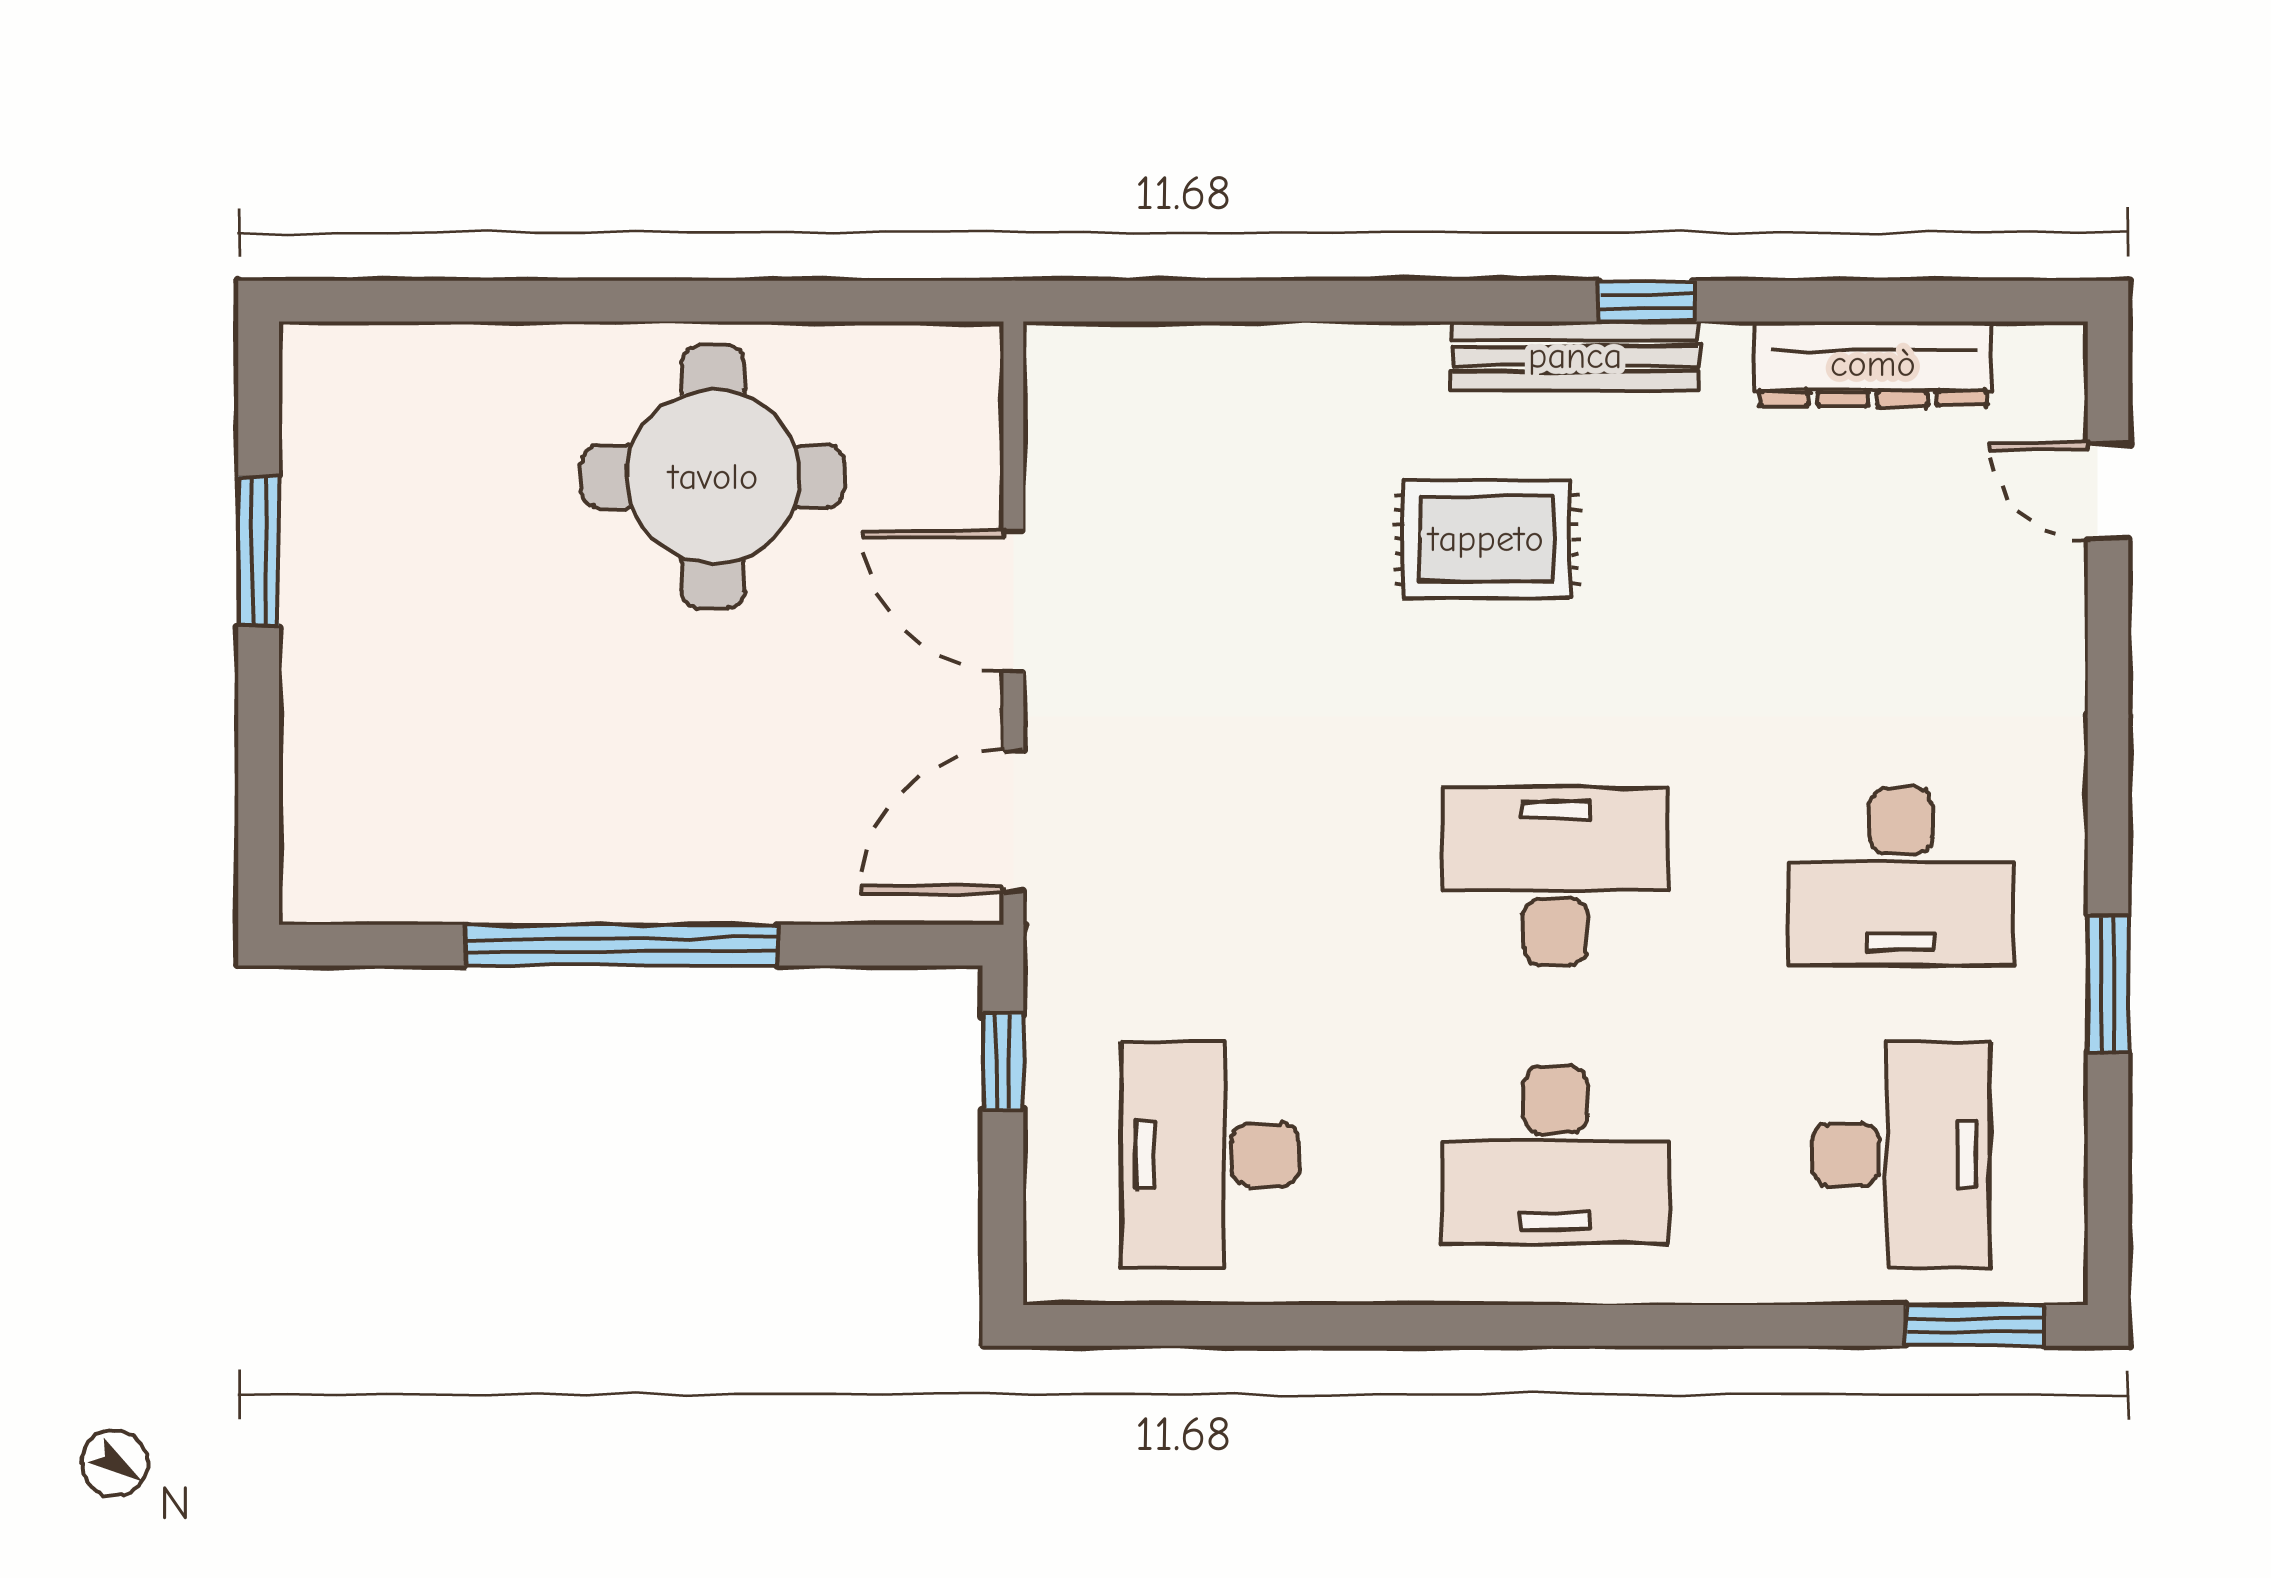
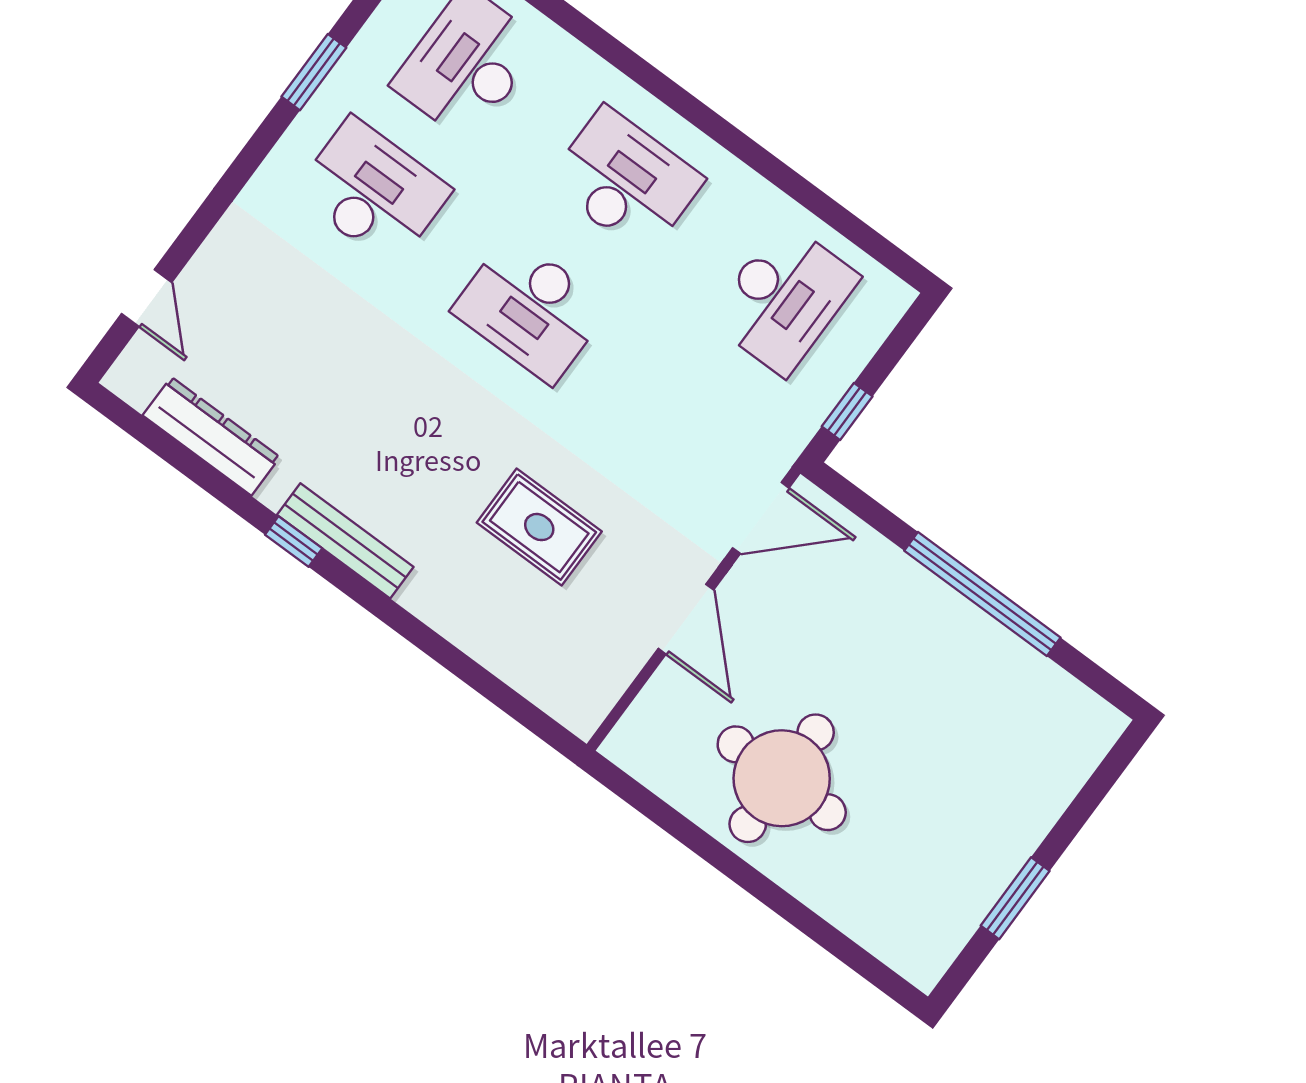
rug: (1486, 539) -> (539, 527), moved

